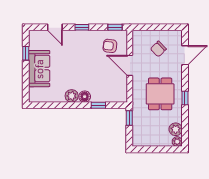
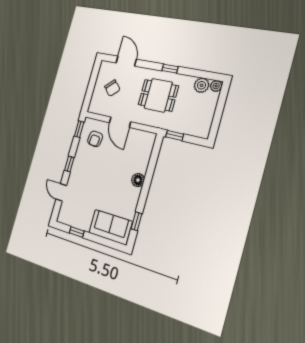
door: (55, 27) -> (61, 192), swing flipped
door: (130, 65) -> (120, 122), hinge flipped
sofa: (39, 69) -> (110, 227), moved
plant: (72, 96) -> (133, 195), removed
window: (98, 105) -> (137, 221), moved

